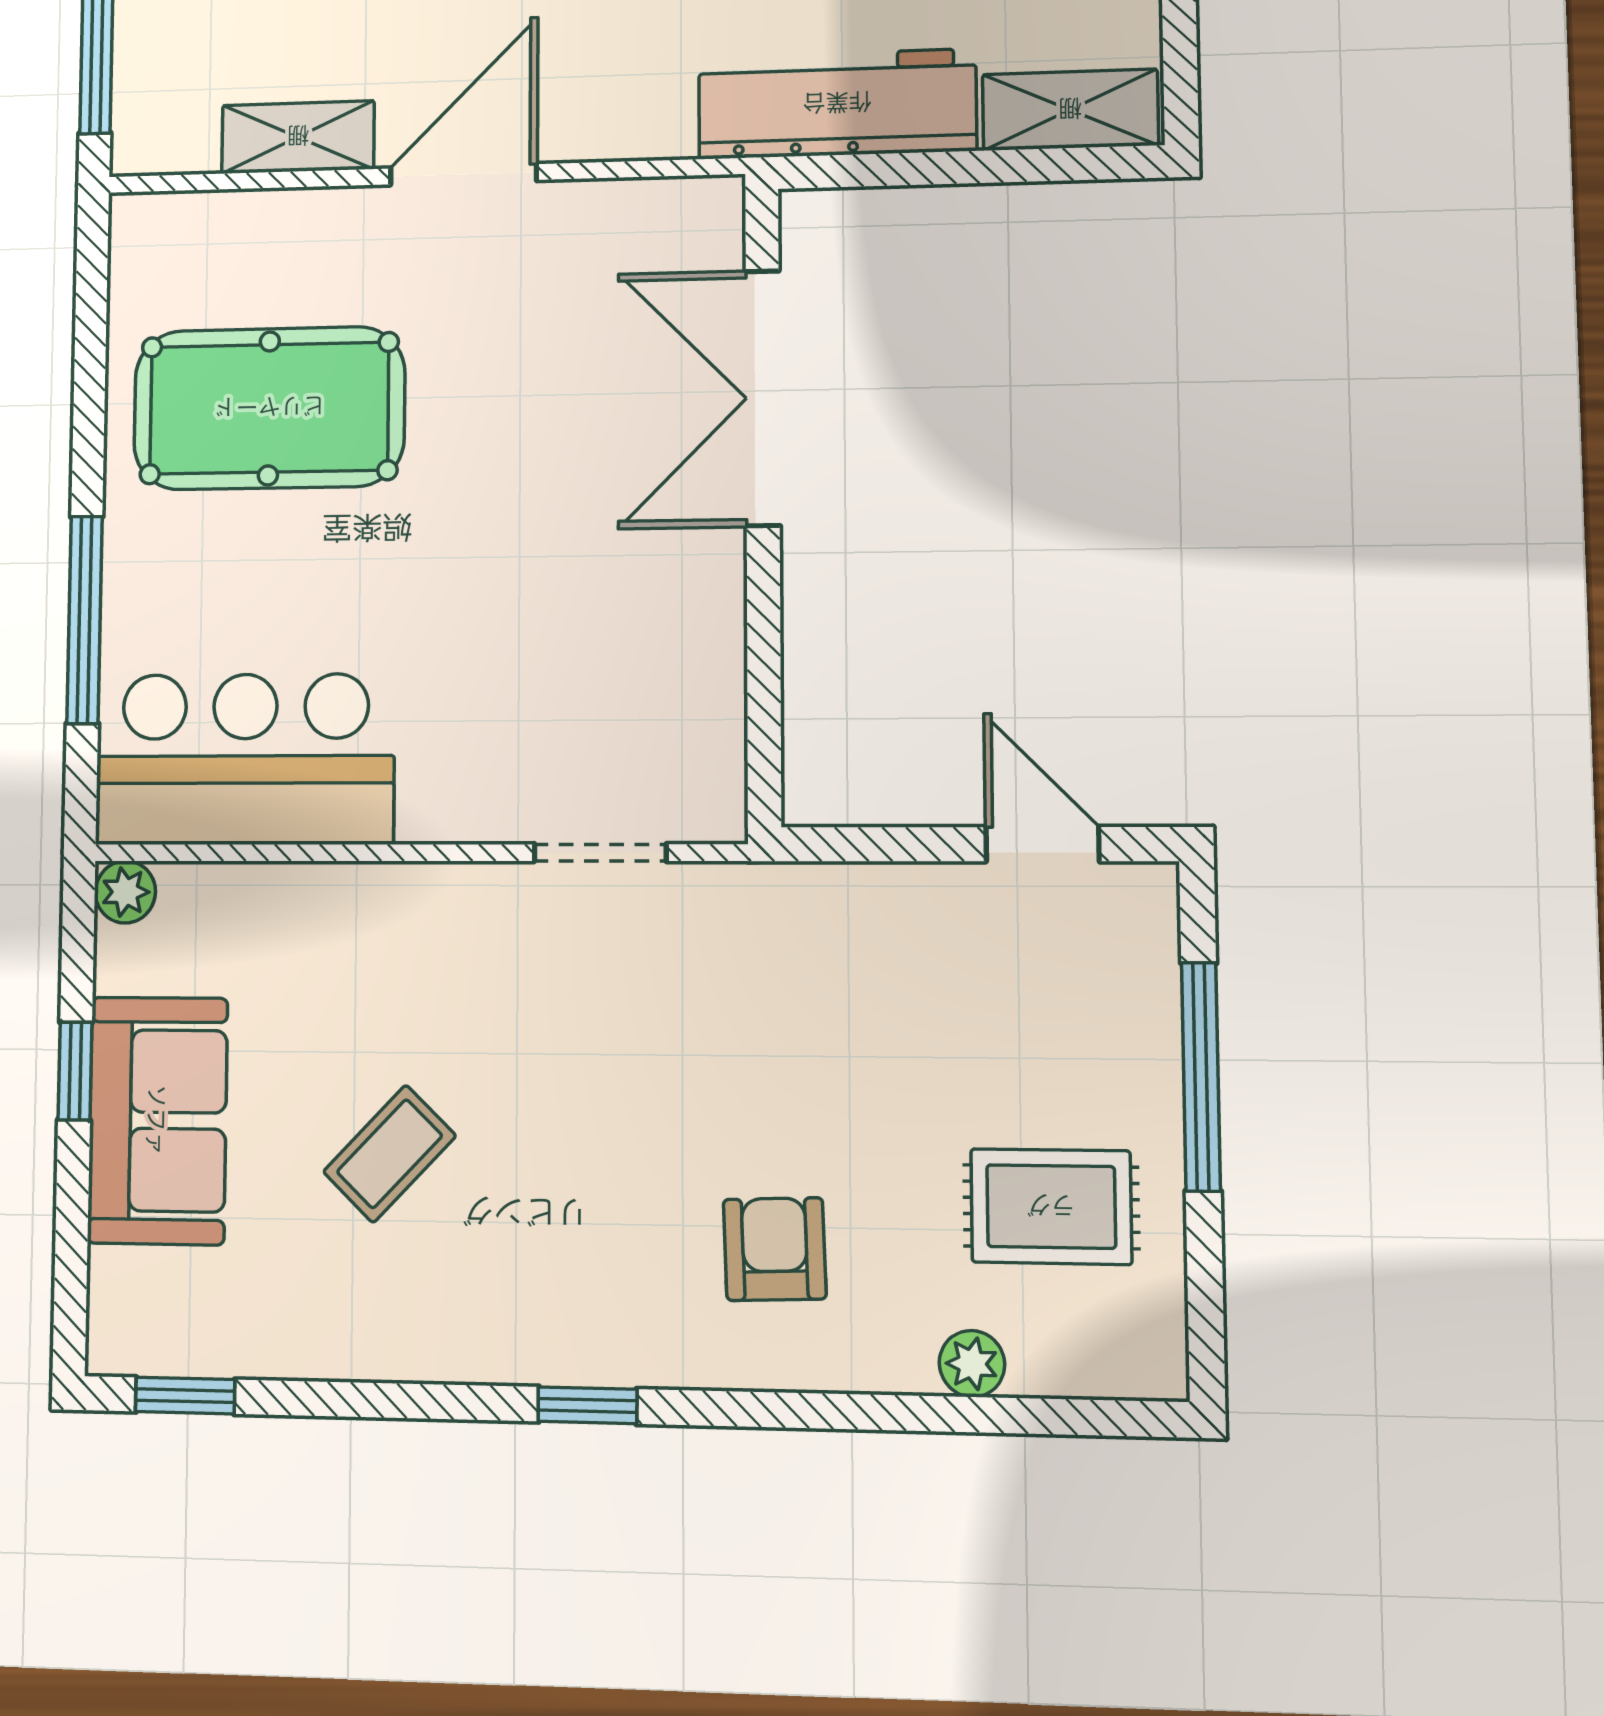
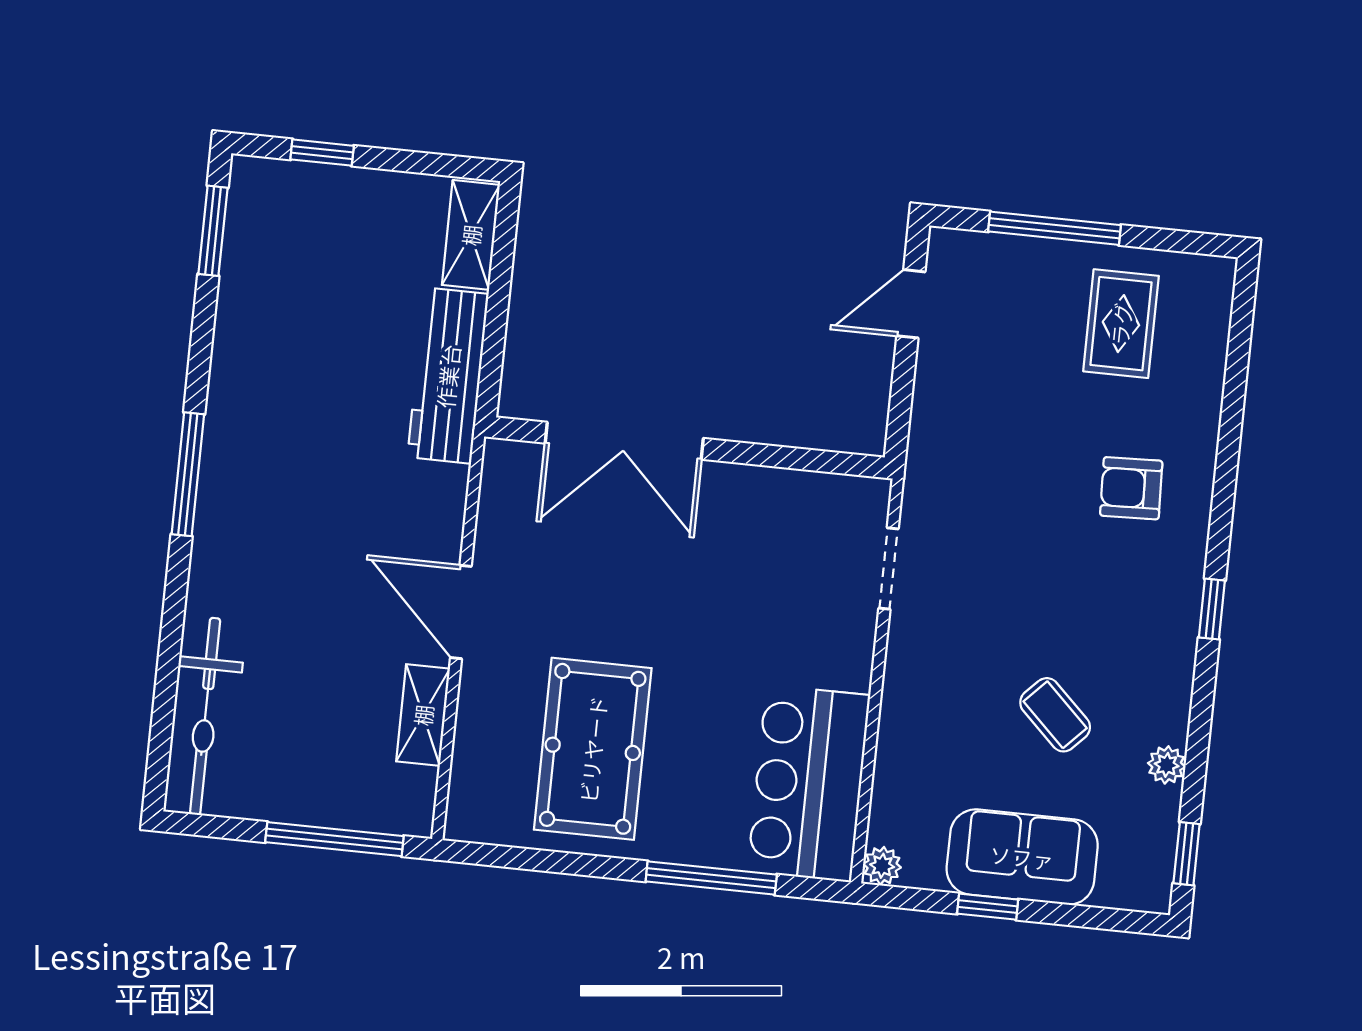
plant: (972, 1364) -> (1167, 765), moved

